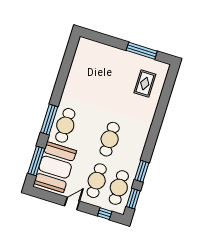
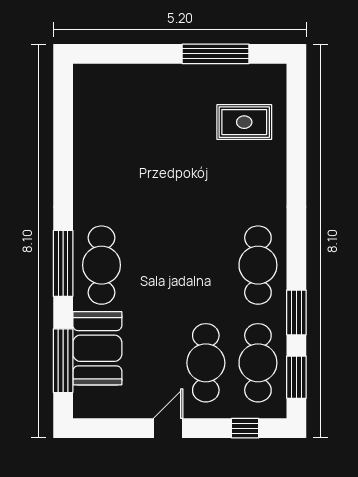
rug: (145, 84) -> (244, 122), turned 90
cafe table: (110, 139) -> (258, 265), moved
booth: (55, 167) -> (97, 348), width x0.73, depth x0.70

